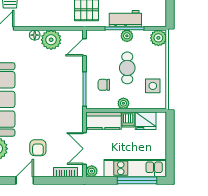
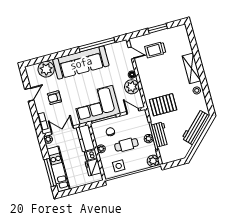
corner sofa: (62, 94) -> (96, 105), added
door: (25, 180) -> (29, 95), hinge flipped

